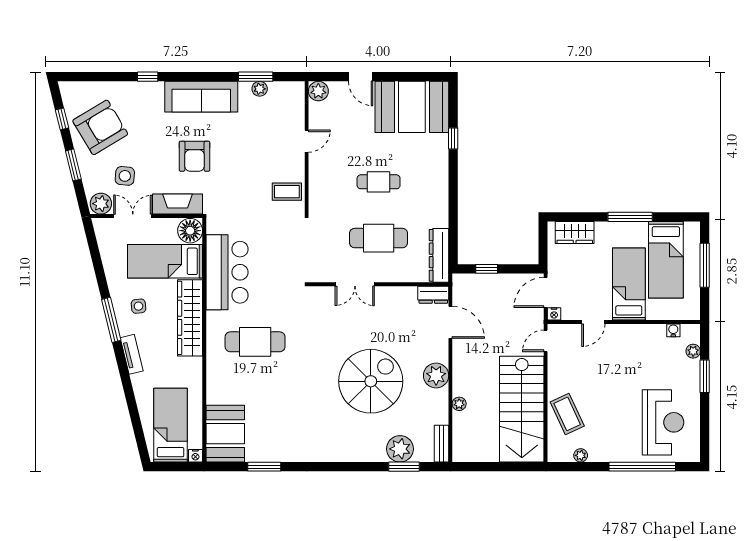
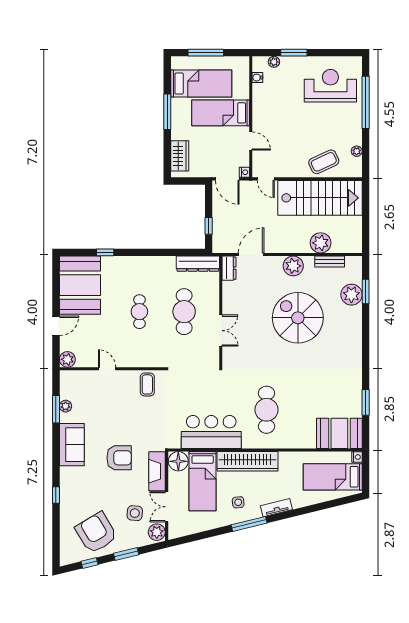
sofa: (201, 97) -> (72, 445), width x0.73
plant: (459, 404) -> (321, 243), width x1.87, depth x1.87
bench: (442, 444) -> (330, 262), moved

